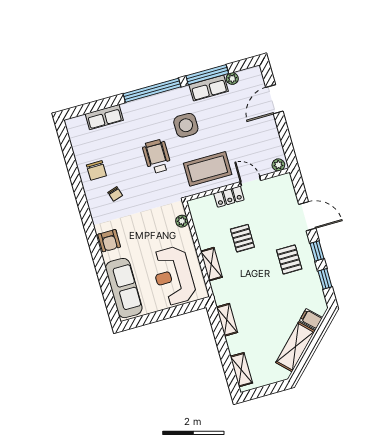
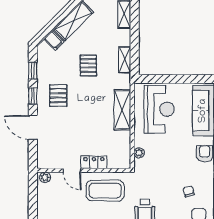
pallet: (242, 238) -> (88, 65), moved
shelving: (211, 264) -> (122, 110), width x1.50, depth x1.33

